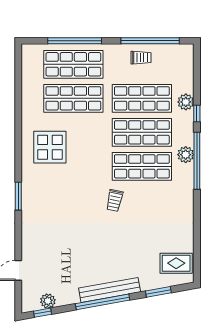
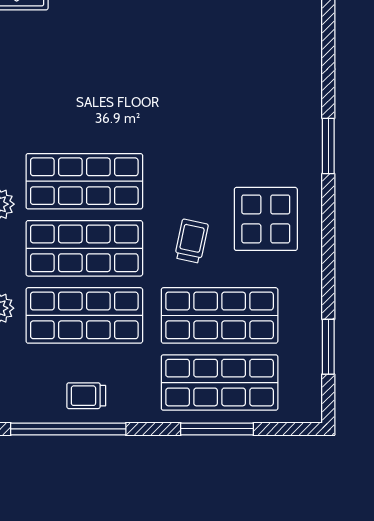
window: (75, 41) -> (217, 429), width x0.68
window: (18, 82) -> (328, 347), added
window: (18, 196) -> (328, 146), moved
trolley: (115, 200) -> (191, 241), moved

